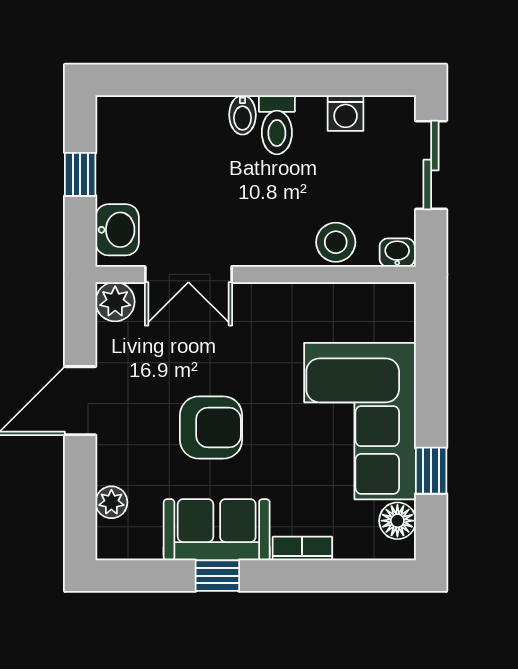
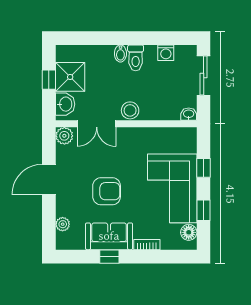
shower: (128, 168) -> (70, 77), added
stool: (336, 242) -> (130, 110), moved
window: (431, 375) -> (204, 168), added

